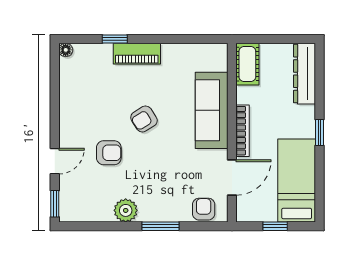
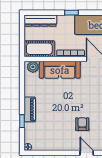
plant: (217, 60) -> (33, 67), added
cot: (247, 64) -> (39, 49), width x1.37, depth x1.34
armchair: (144, 119) -> (64, 106), removed

